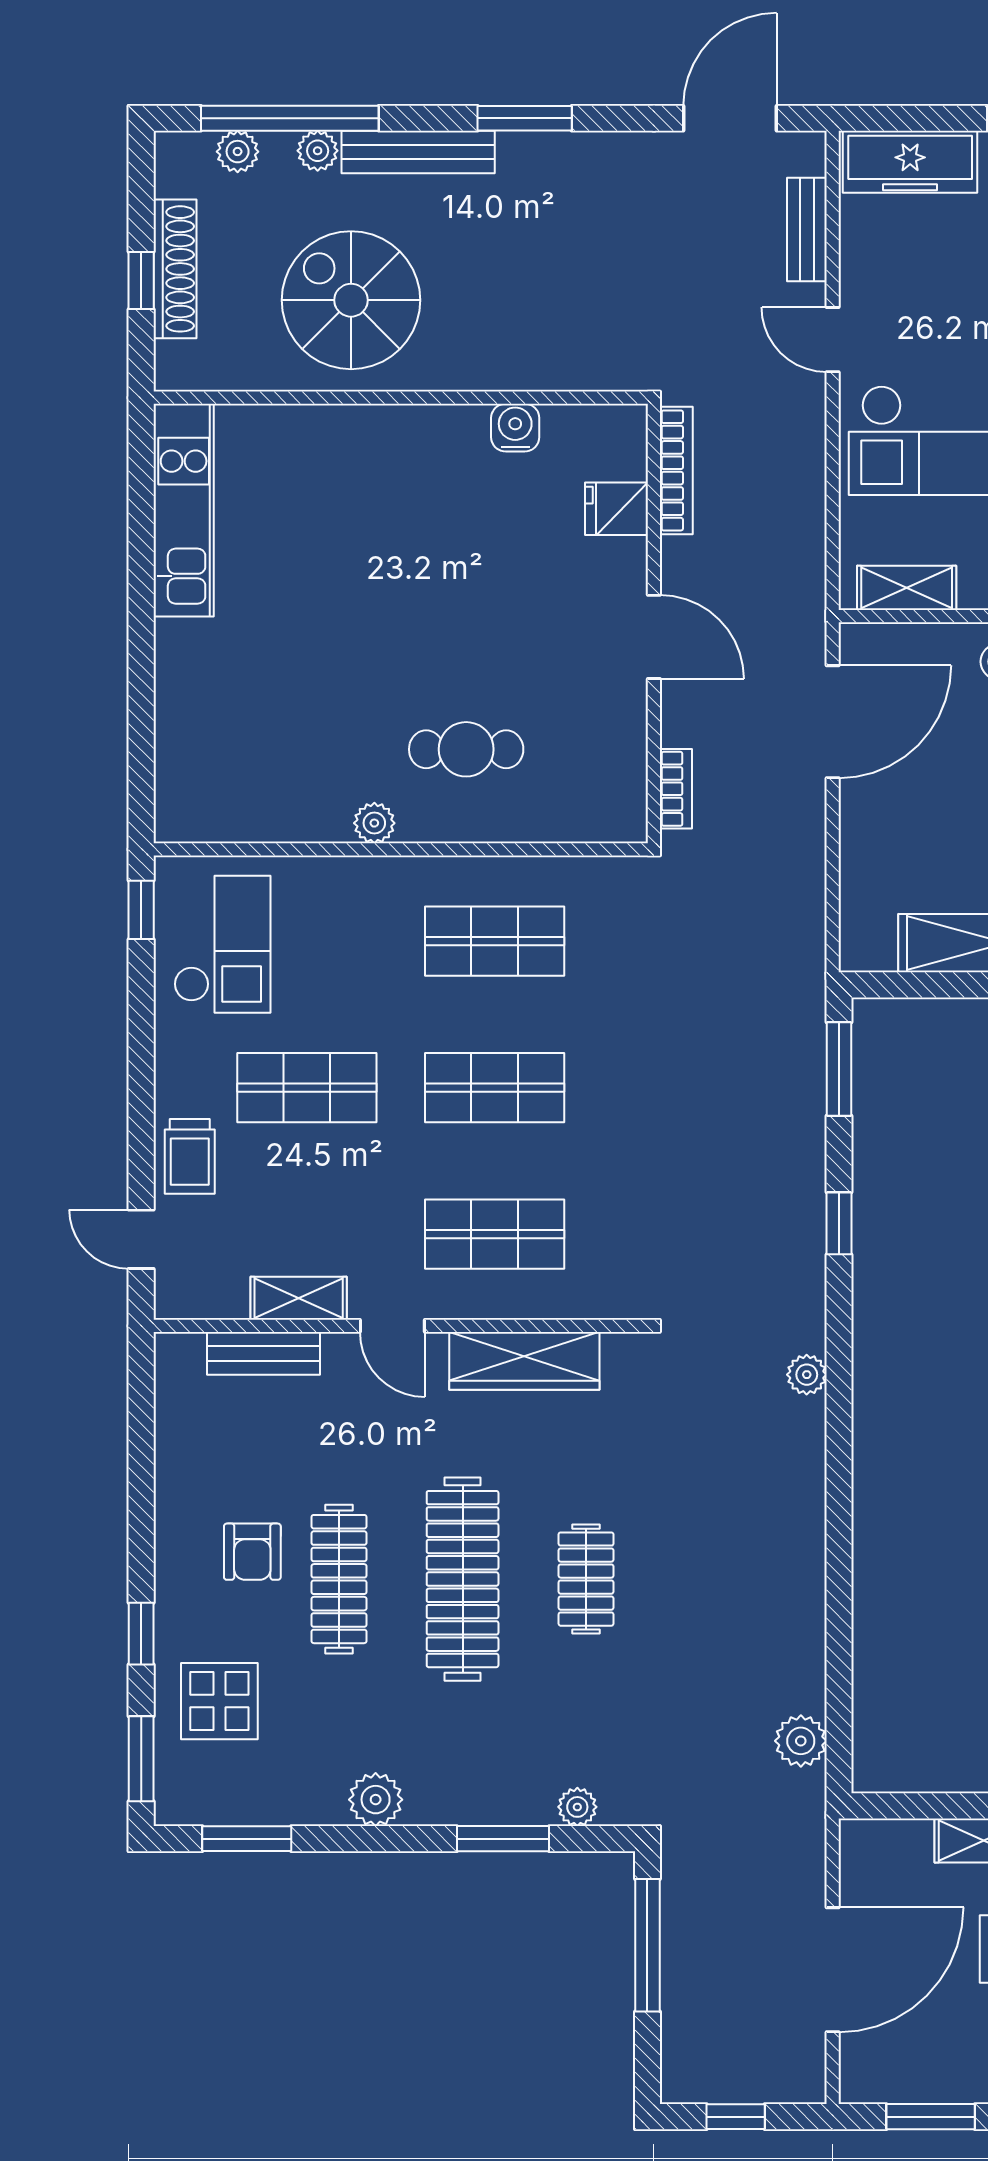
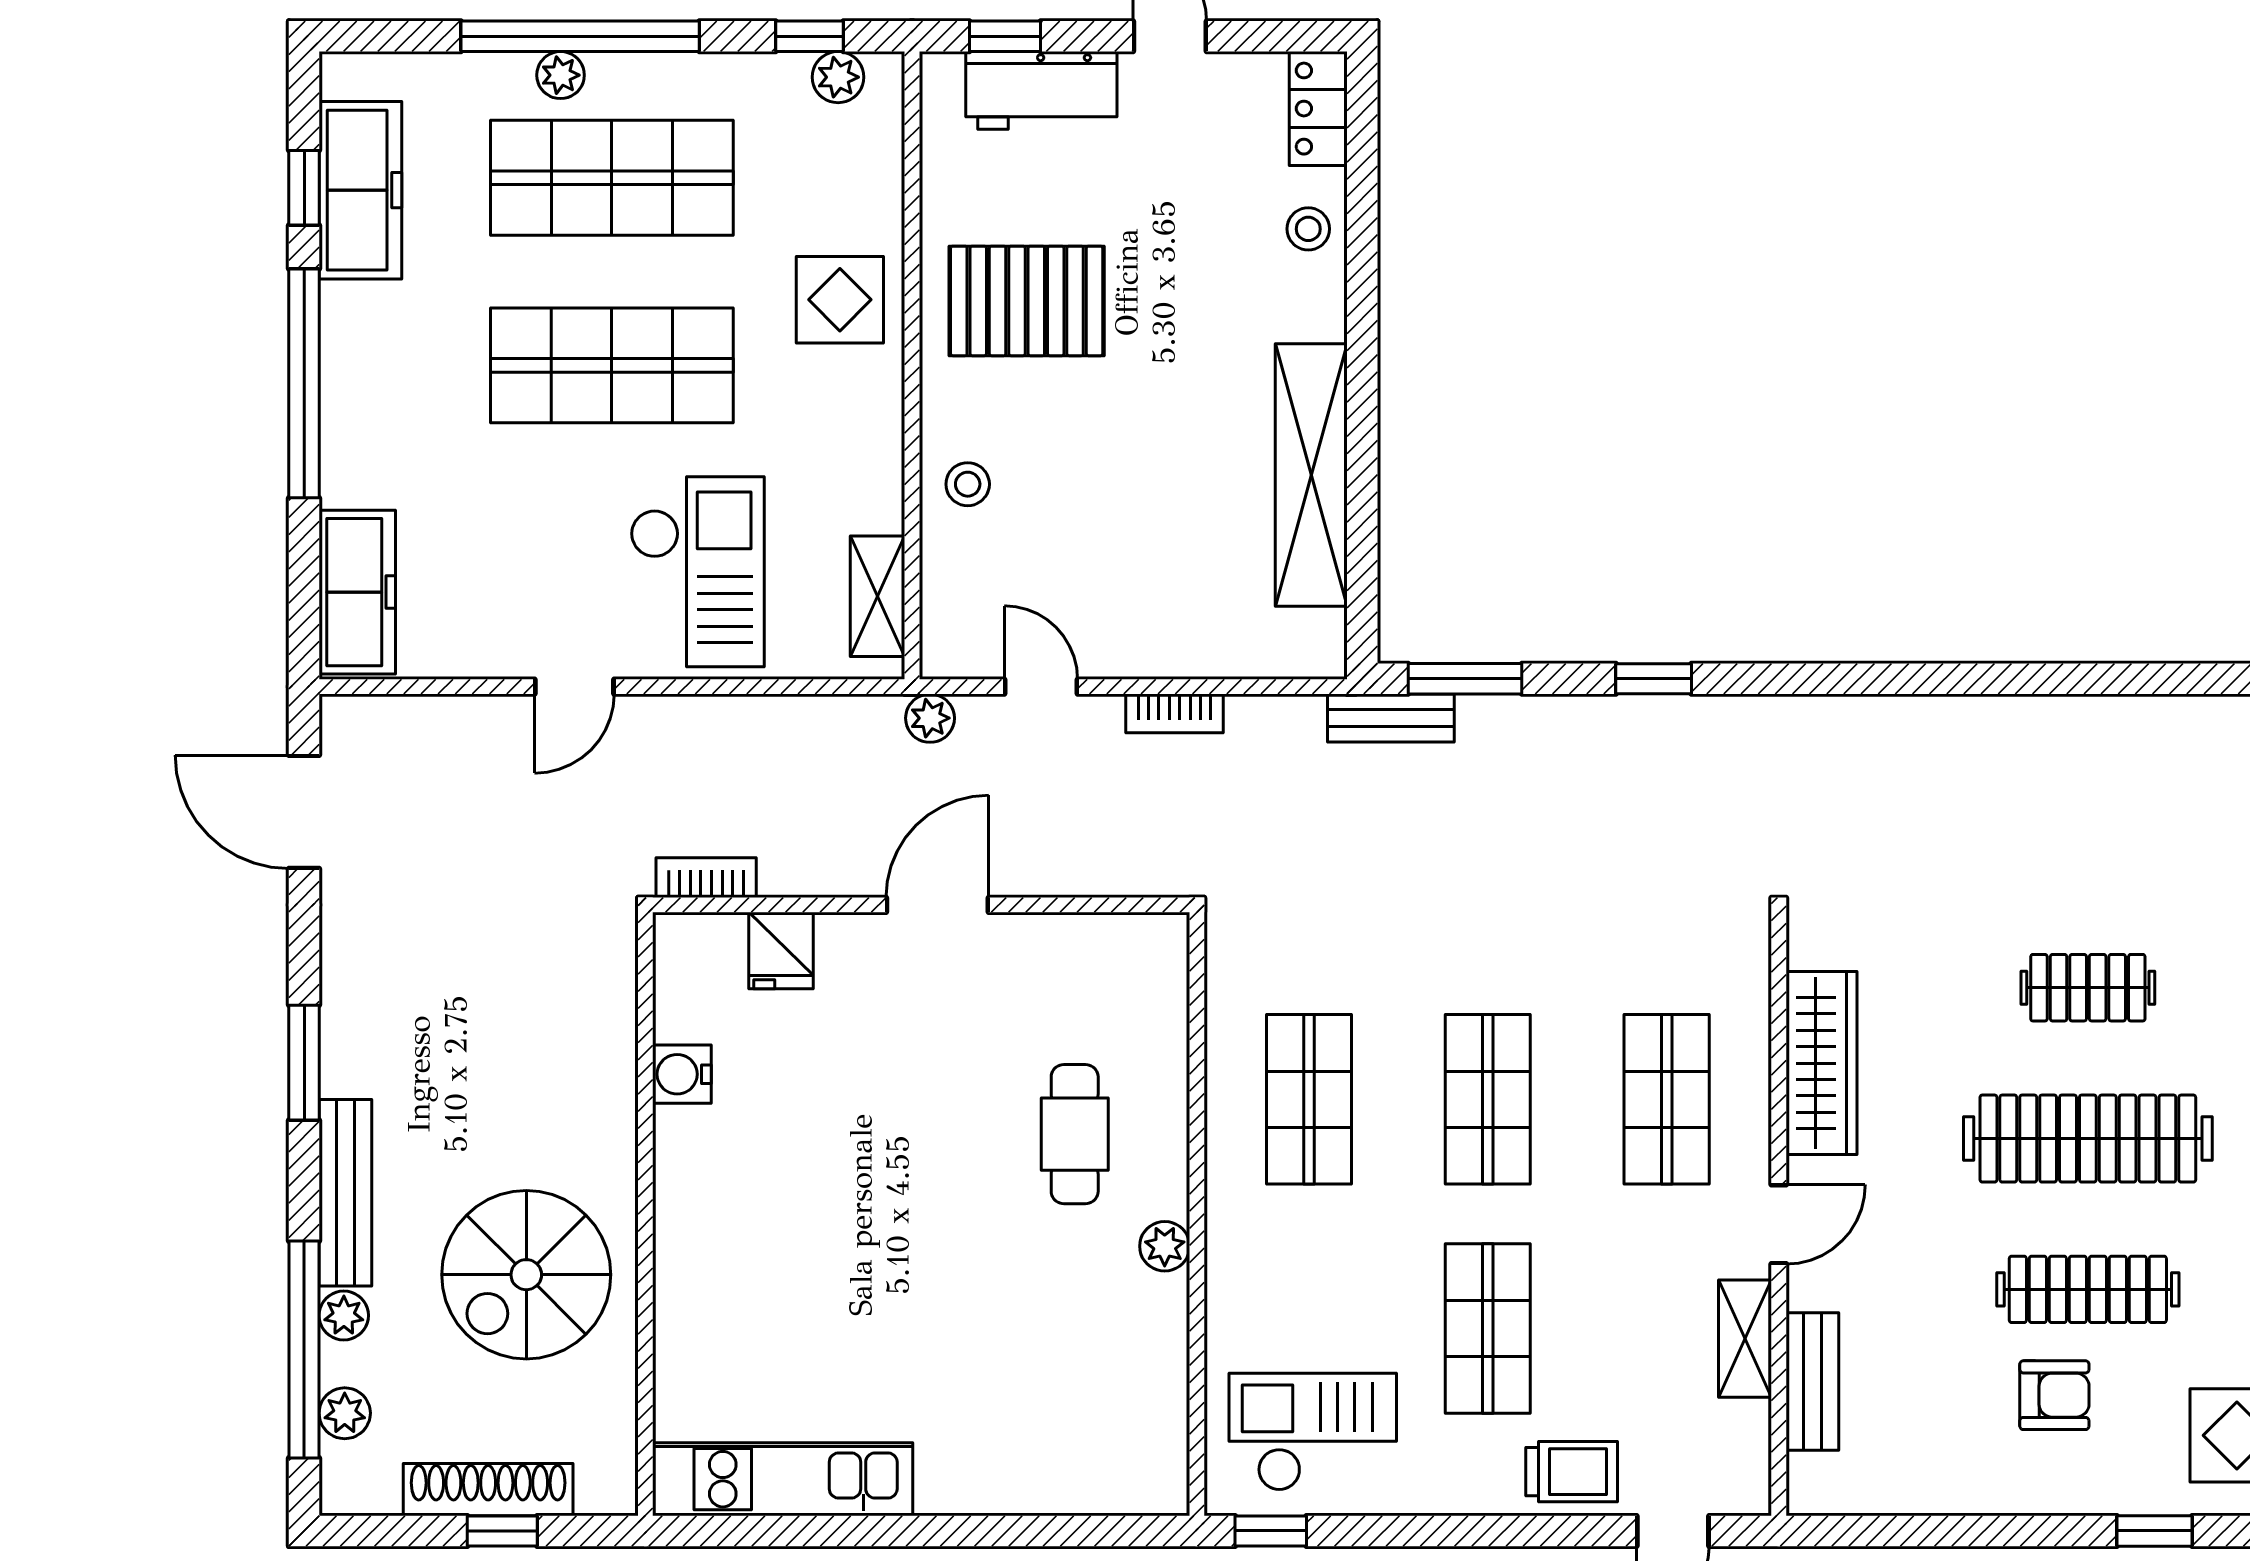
bench: (807, 230) -> (1391, 718), moved
bookcase: (676, 470) -> (706, 878), width x0.64
door: (833, 722) -> (1041, 687), width x0.53
bookcase: (676, 789) -> (1174, 713), moved, turned 180
plant: (807, 1375) -> (930, 718), moved

